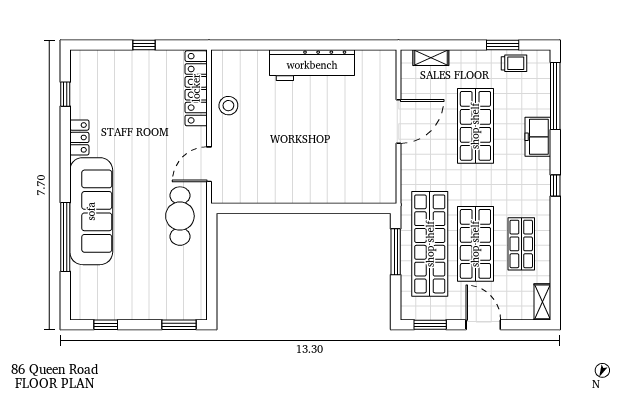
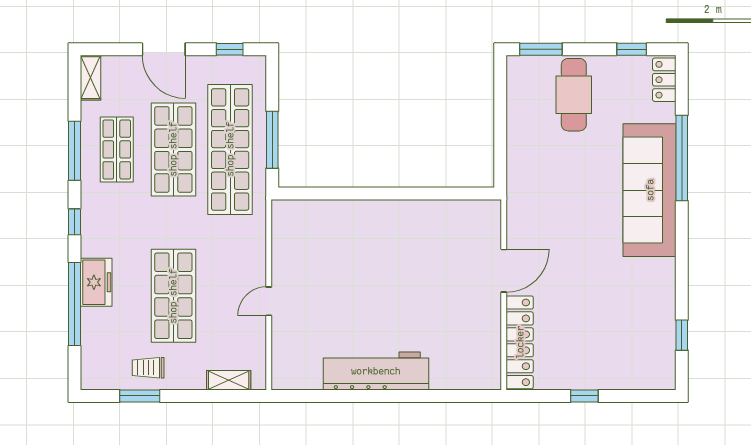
trolley: (514, 63) -> (148, 368), moved
window: (555, 96) -> (75, 304), moved
stool: (228, 106) -> (480, 321), removed
door: (399, 121) -> (269, 301), width x0.53
locker: (79, 137) -> (664, 80), moved
door: (209, 164) -> (504, 271), moved
cafe table: (180, 216) -> (574, 95), moved
window: (555, 243) -> (75, 151), added
window: (430, 325) -> (230, 49), width x0.67

